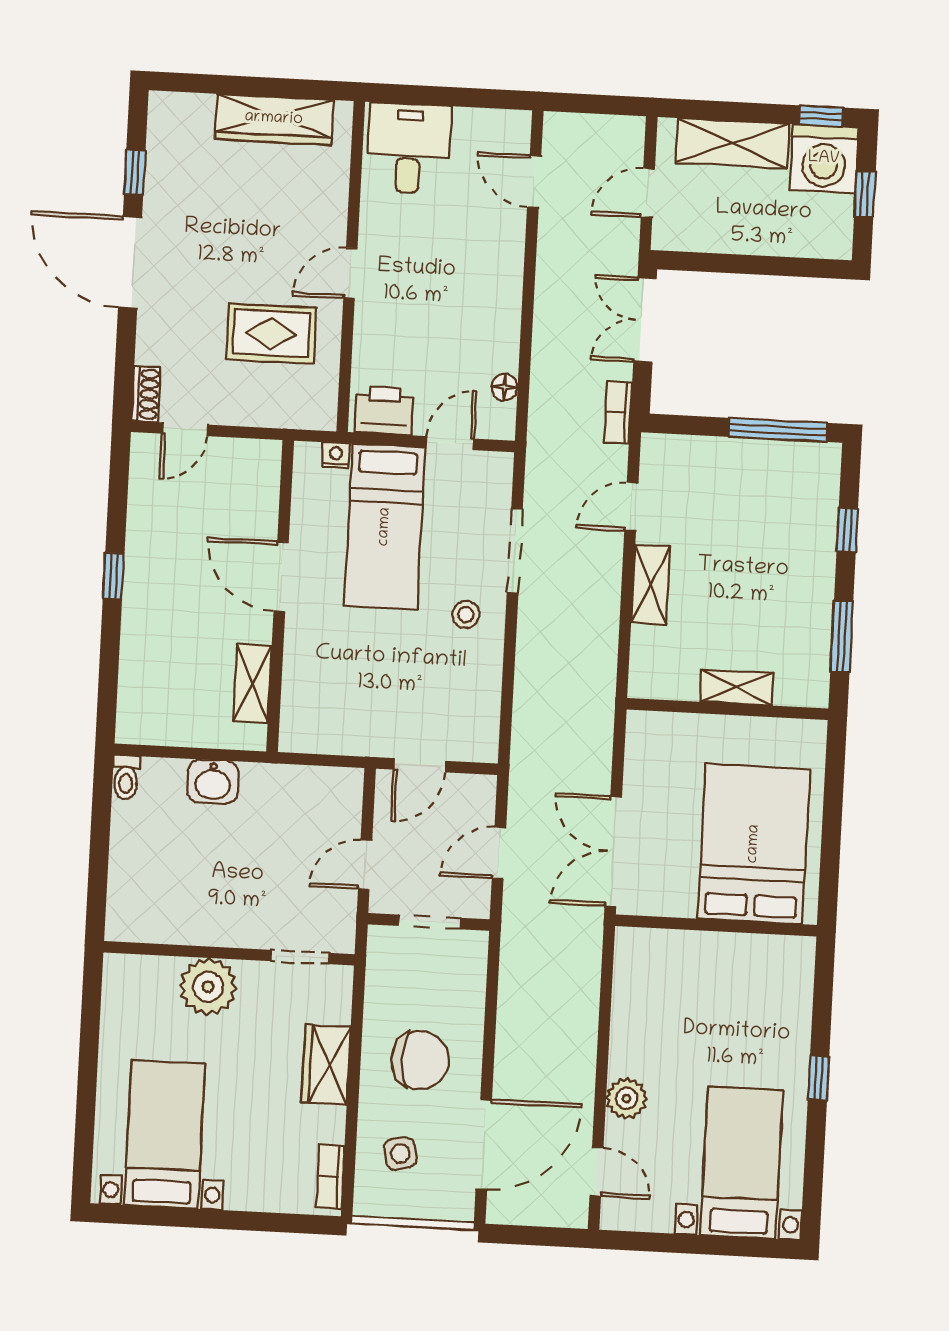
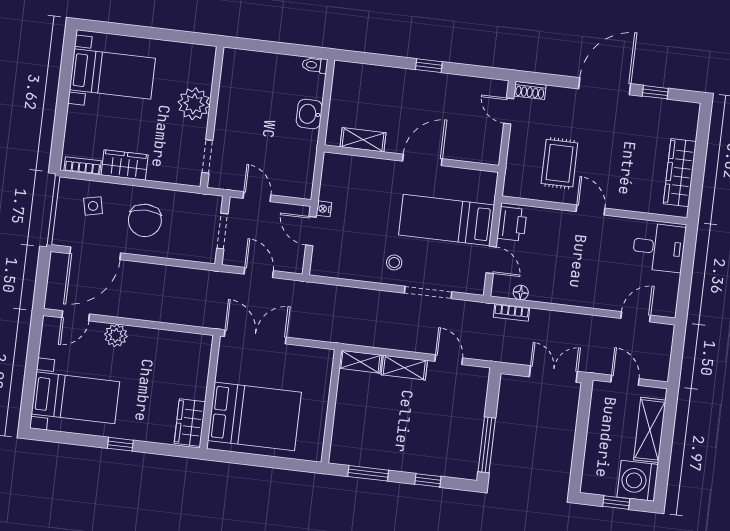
window: (821, 116) -> (662, 481), removed
bookcase: (618, 412) -> (512, 312), moved, turned 180
nightstand: (336, 455) -> (324, 209), moved, turned 180
shelving: (737, 687) -> (360, 362), moved, turned 90
wardrobe: (772, 957) -> (190, 423), added
wardrobe: (326, 1065) -> (125, 165), moved
door: (484, 1144) -> (95, 253), hinge flipped

